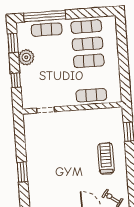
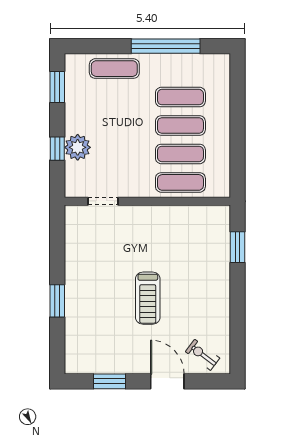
window: (45, 16) -> (166, 46), moved
exercise mat: (86, 27) -> (180, 154), moved
plant: (26, 57) -> (78, 147), moved
treadmill: (106, 158) -> (148, 298), moved, turned 180

